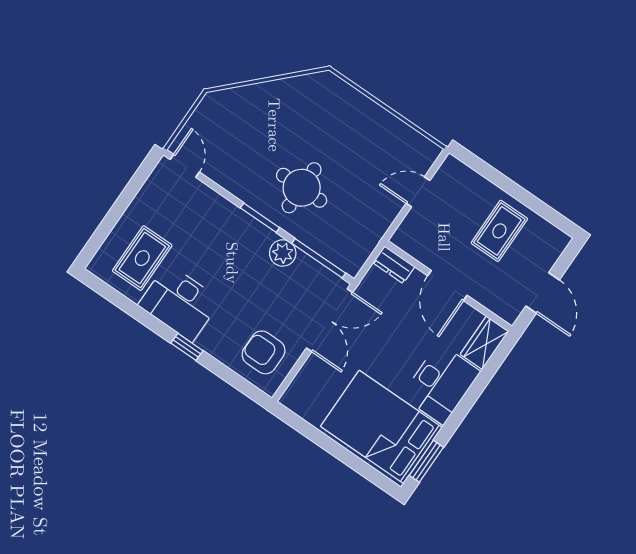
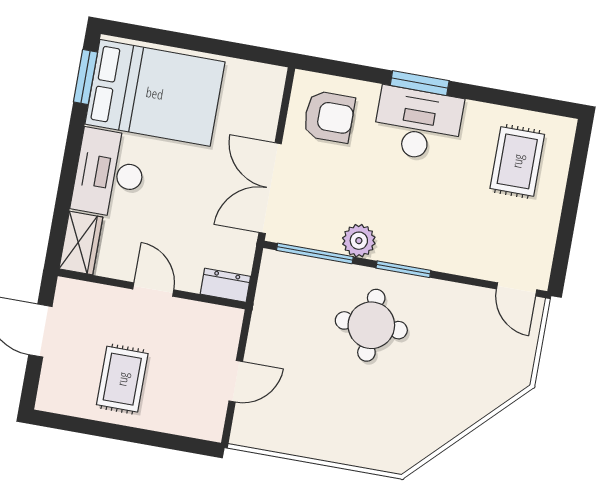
door: (447, 285) -> (153, 289), width x0.73
desk: (180, 303) -> (418, 124), moved
window: (187, 347) -> (420, 83), width x1.50

